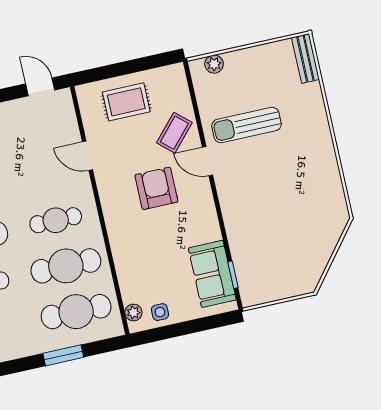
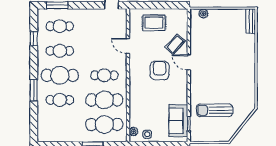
sun lounger: (247, 125) -> (215, 110), moved

